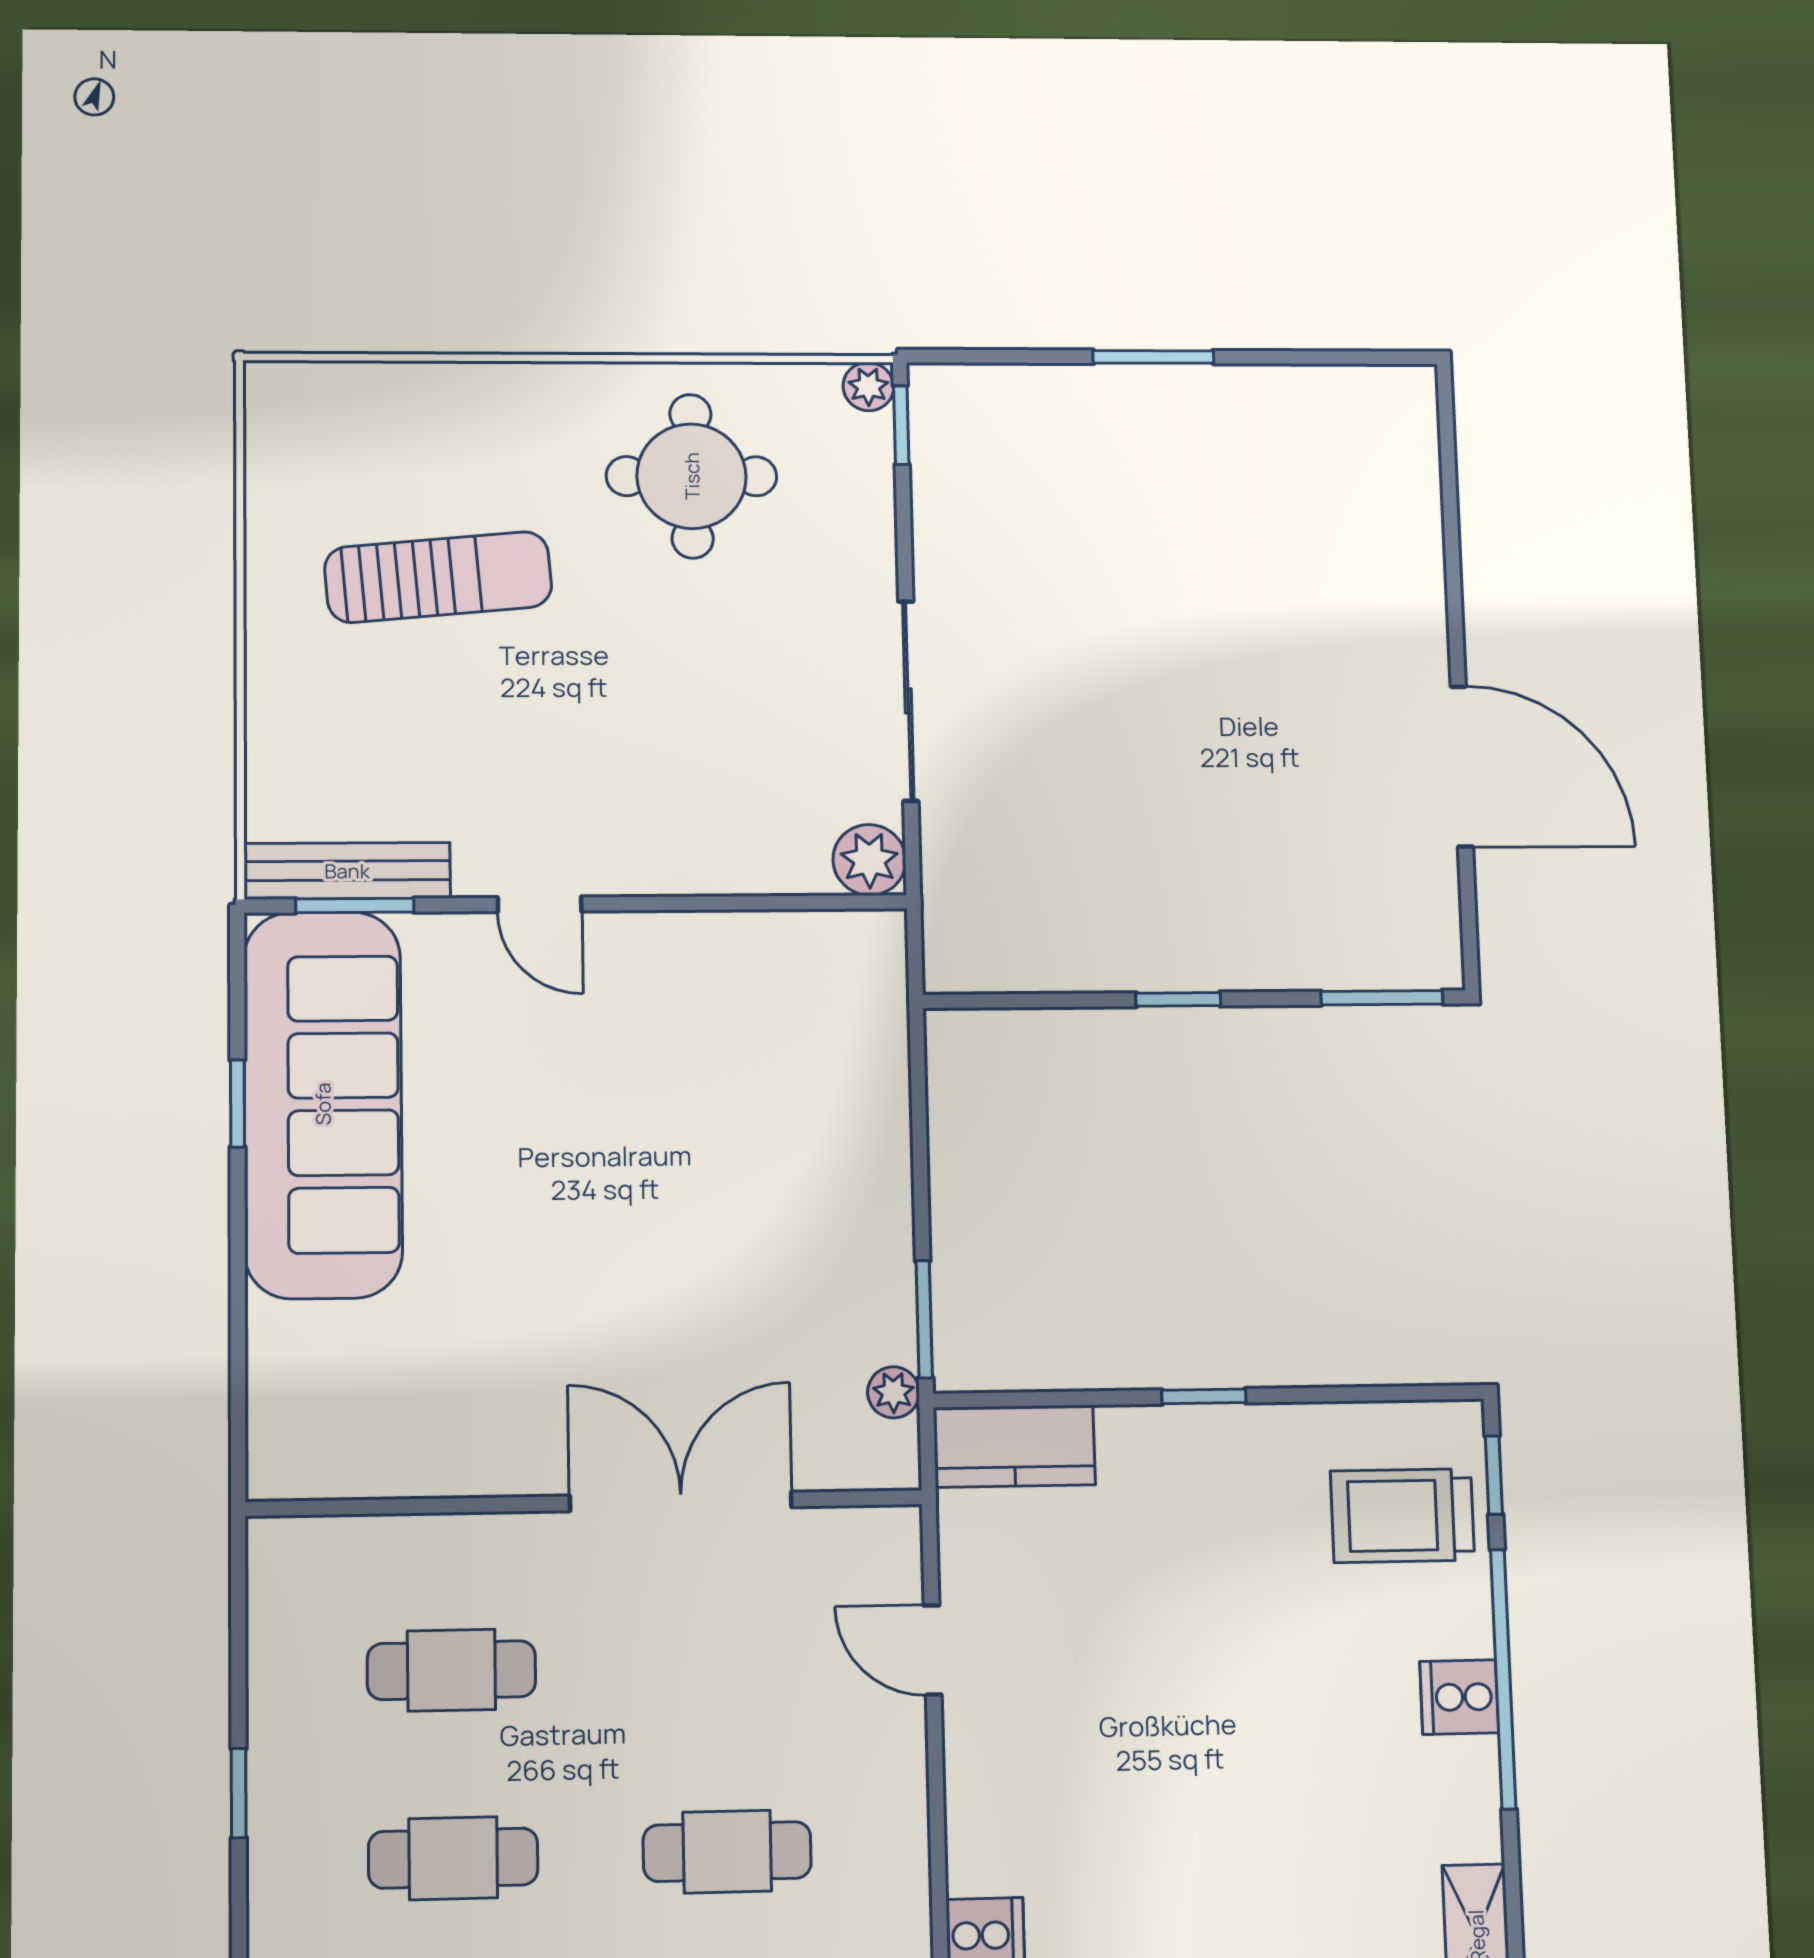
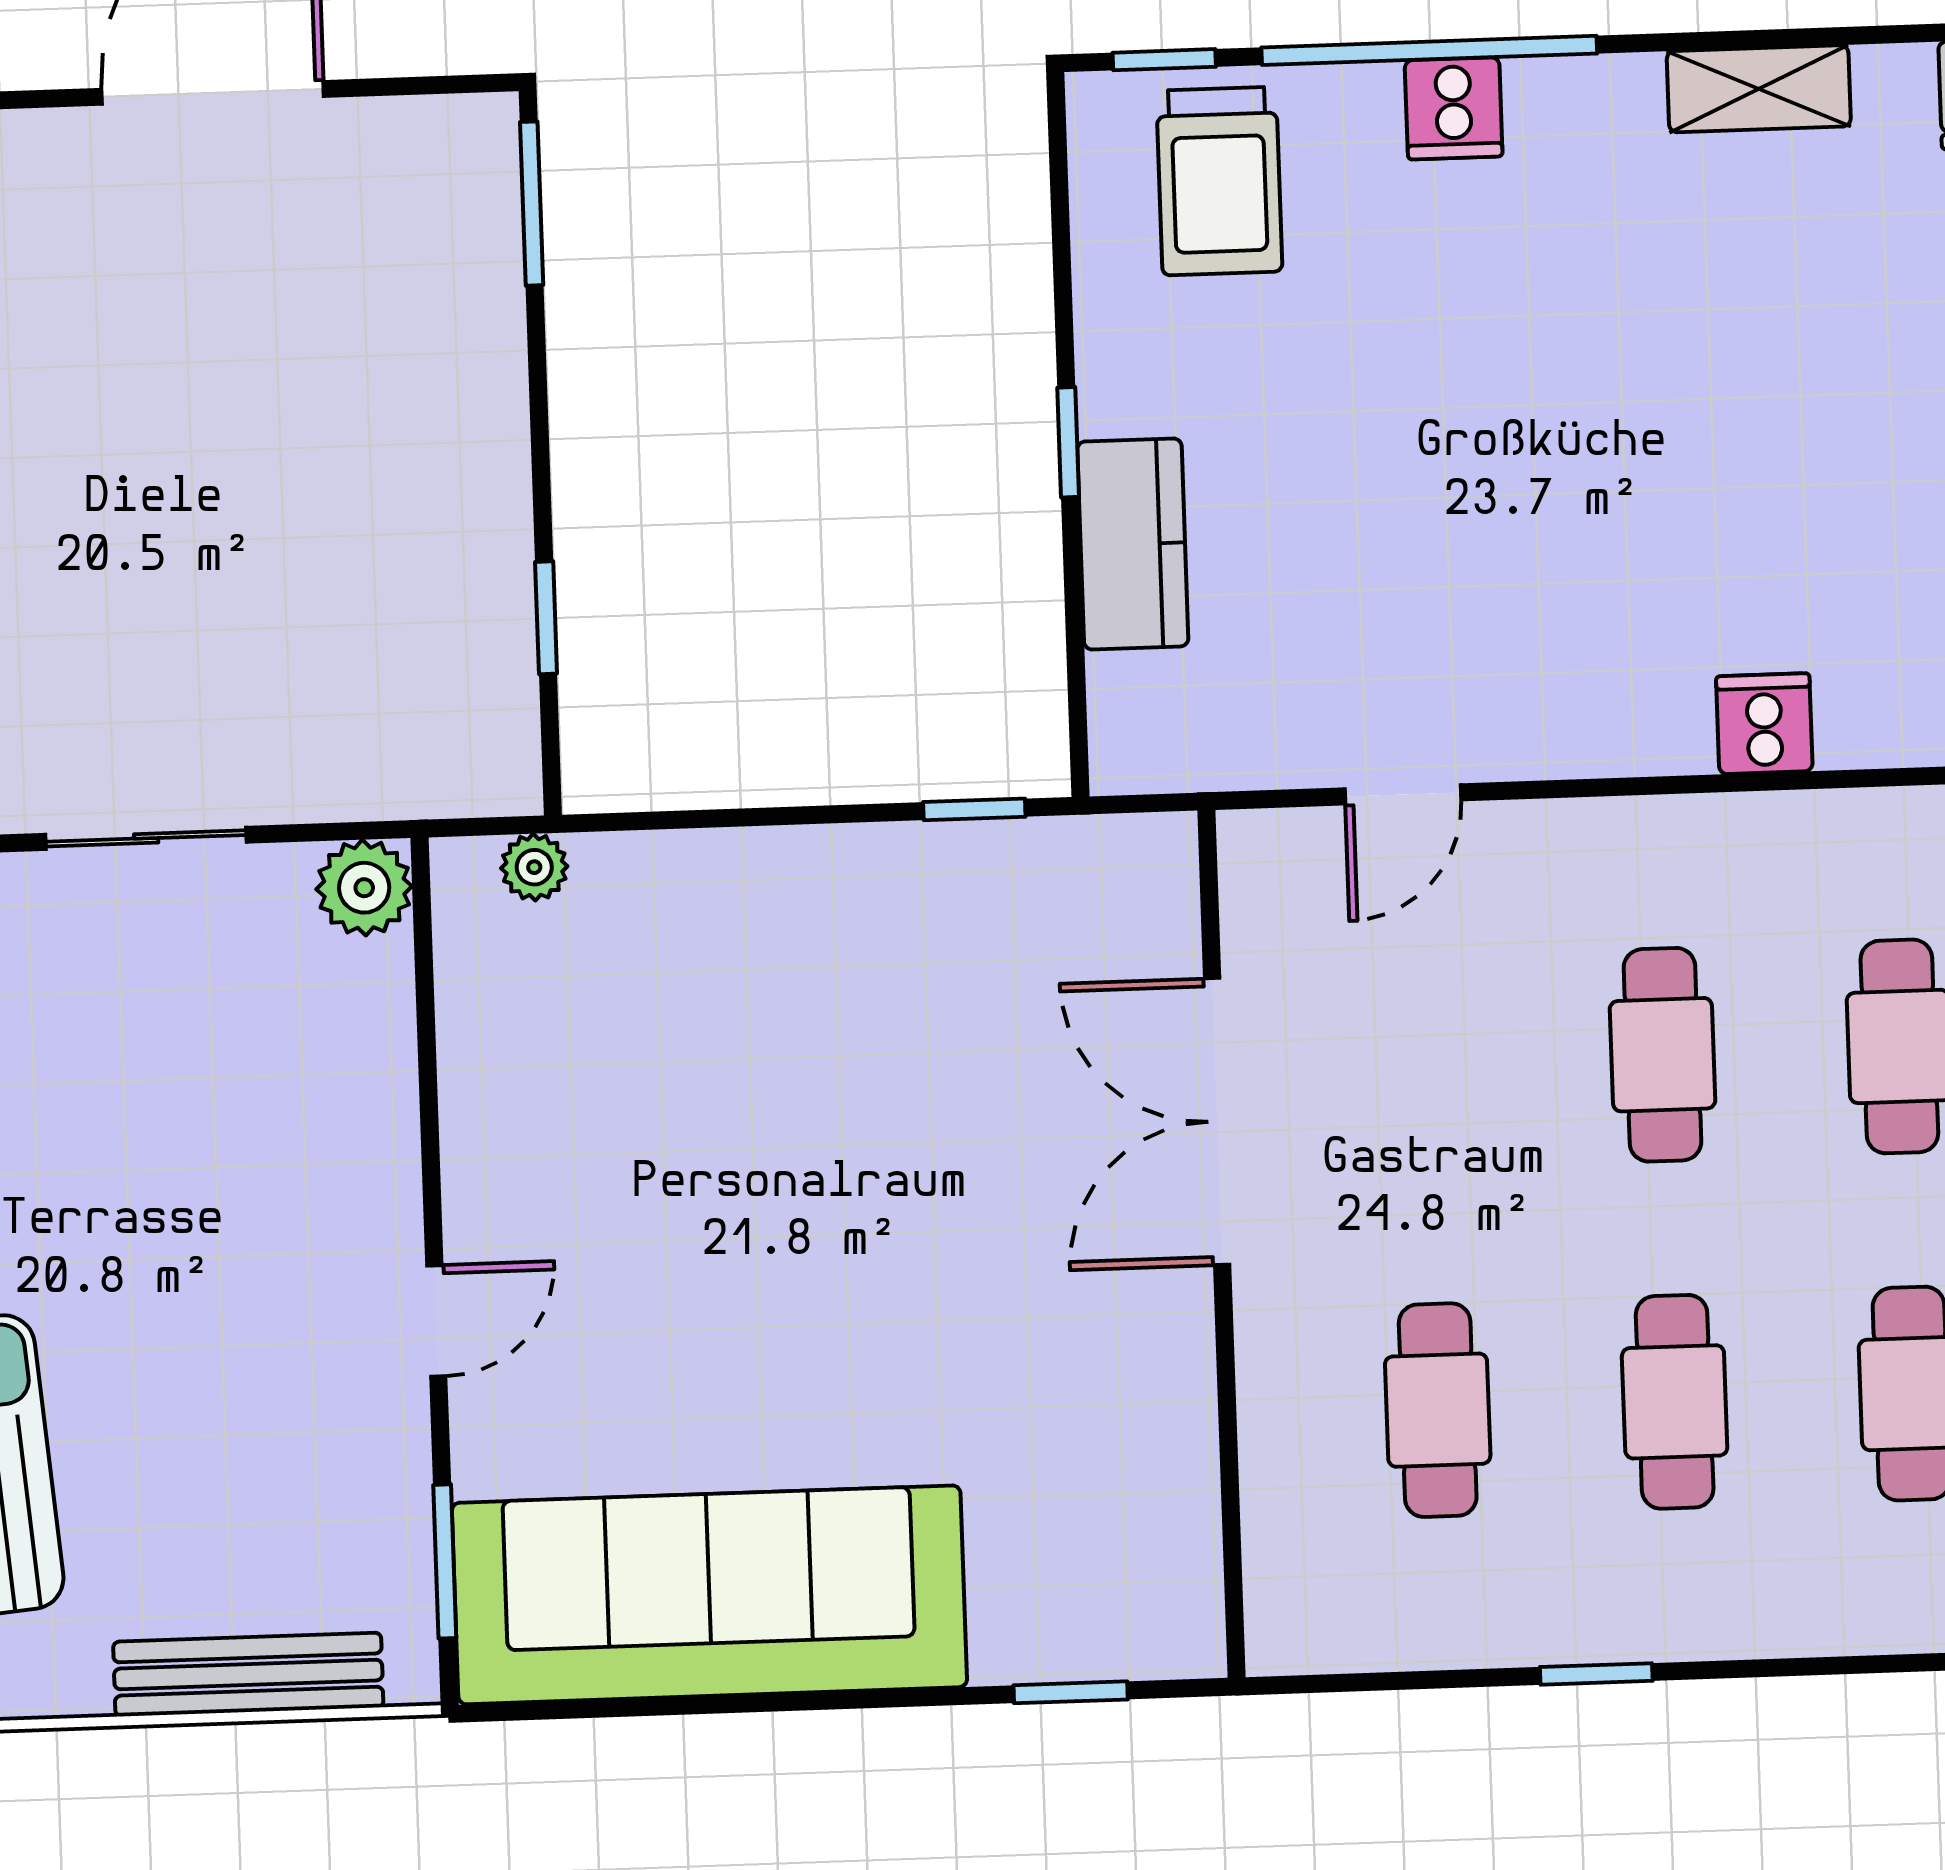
sliding door: (908, 701) -> (146, 838), width x0.73
bench: (347, 871) -> (248, 1675), moved, turned 90
window: (1178, 999) -> (546, 618), moved
window: (237, 1103) -> (1071, 1692), moved
window: (924, 1319) -> (974, 809), width x0.67
plant: (893, 1392) -> (534, 867), moved
kitchen counter: (1014, 1446) -> (1133, 544), moved

